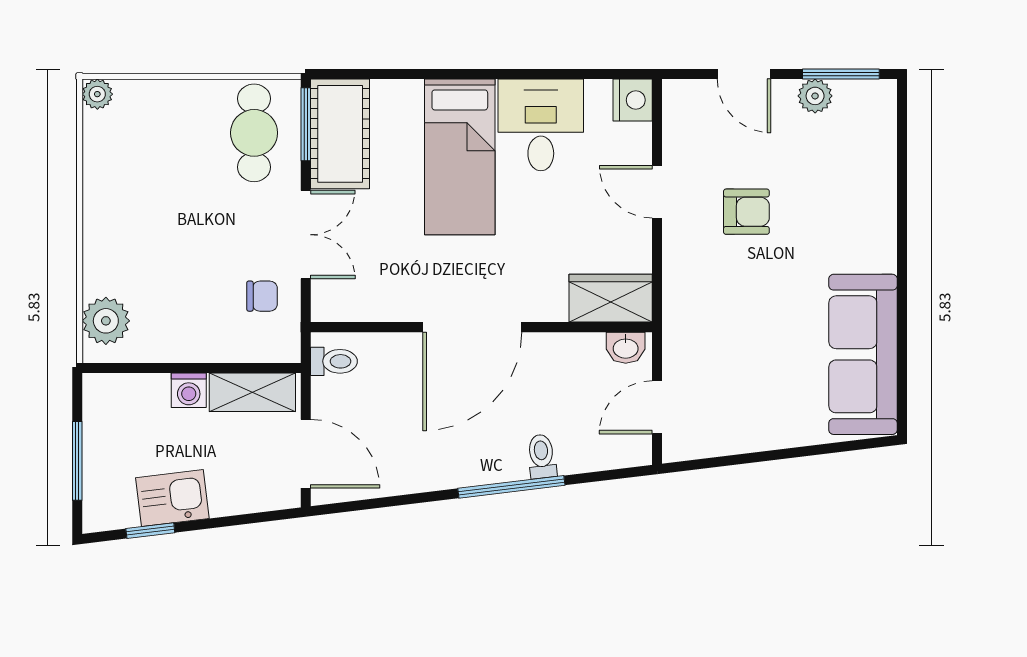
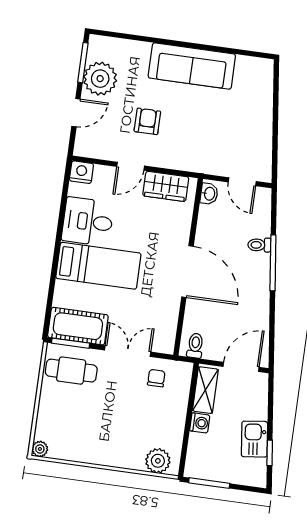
plant: (815, 96) -> (100, 79), width x1.88, depth x1.88
wardrobe: (611, 298) -> (166, 186), moved, turned -90
sofa: (863, 354) -> (192, 66), moved
window: (77, 461) -> (209, 483), moved

